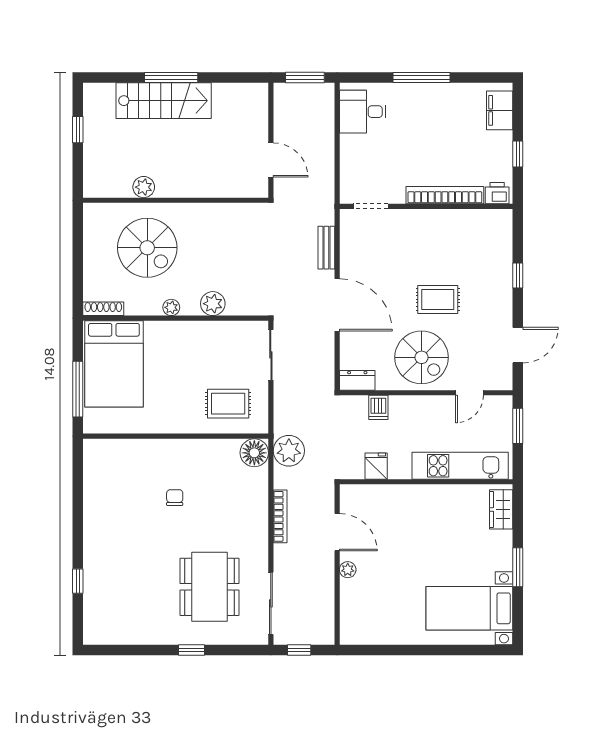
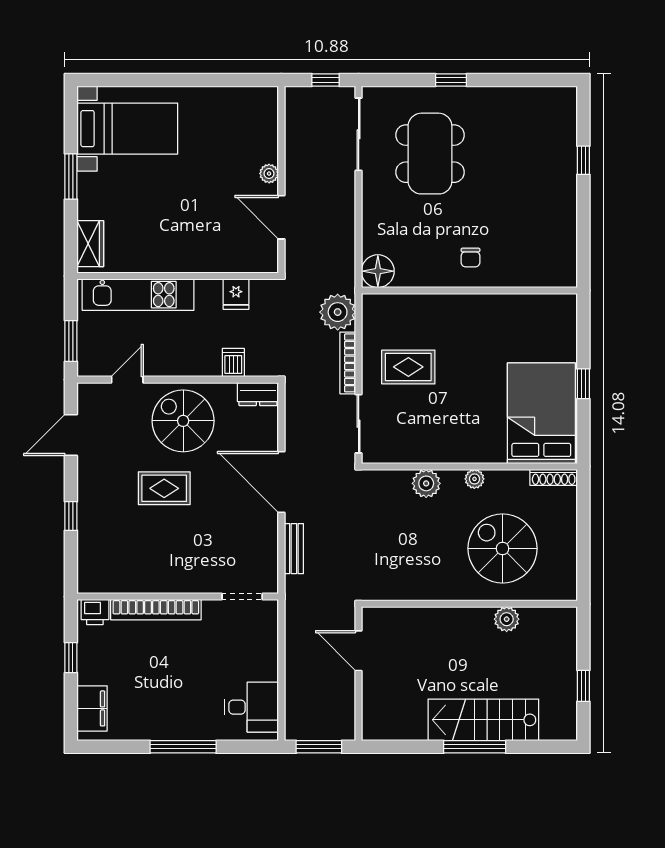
window: (78, 389) -> (583, 384), width x0.46
wall: (176, 436) -> (469, 290), moved
floor lamp: (254, 453) -> (378, 271), moved
bookcase: (280, 516) -> (348, 363), moved

